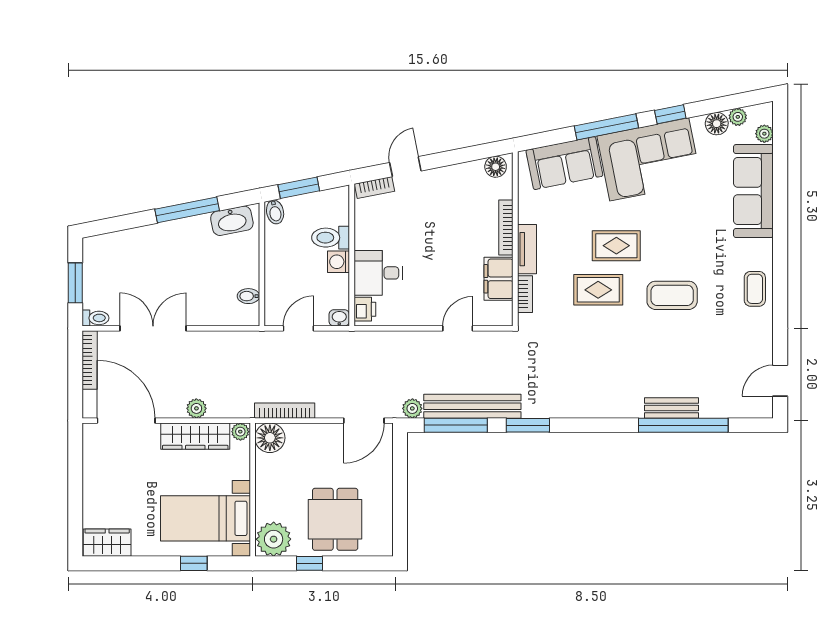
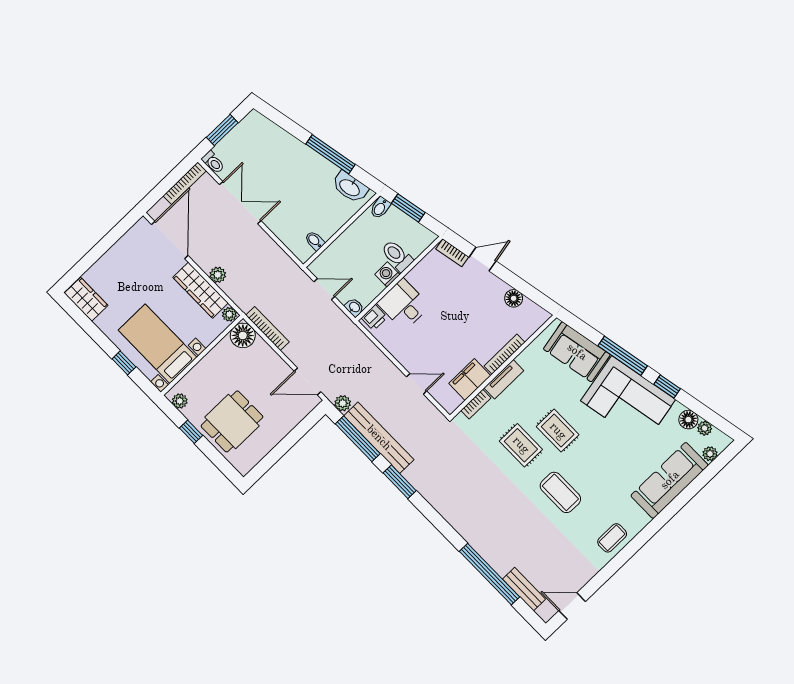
floor lamp: (496, 167) -> (514, 298), moved
bench: (671, 408) -> (524, 589), moved
plant: (274, 539) -> (180, 401), width x0.53, depth x0.53

